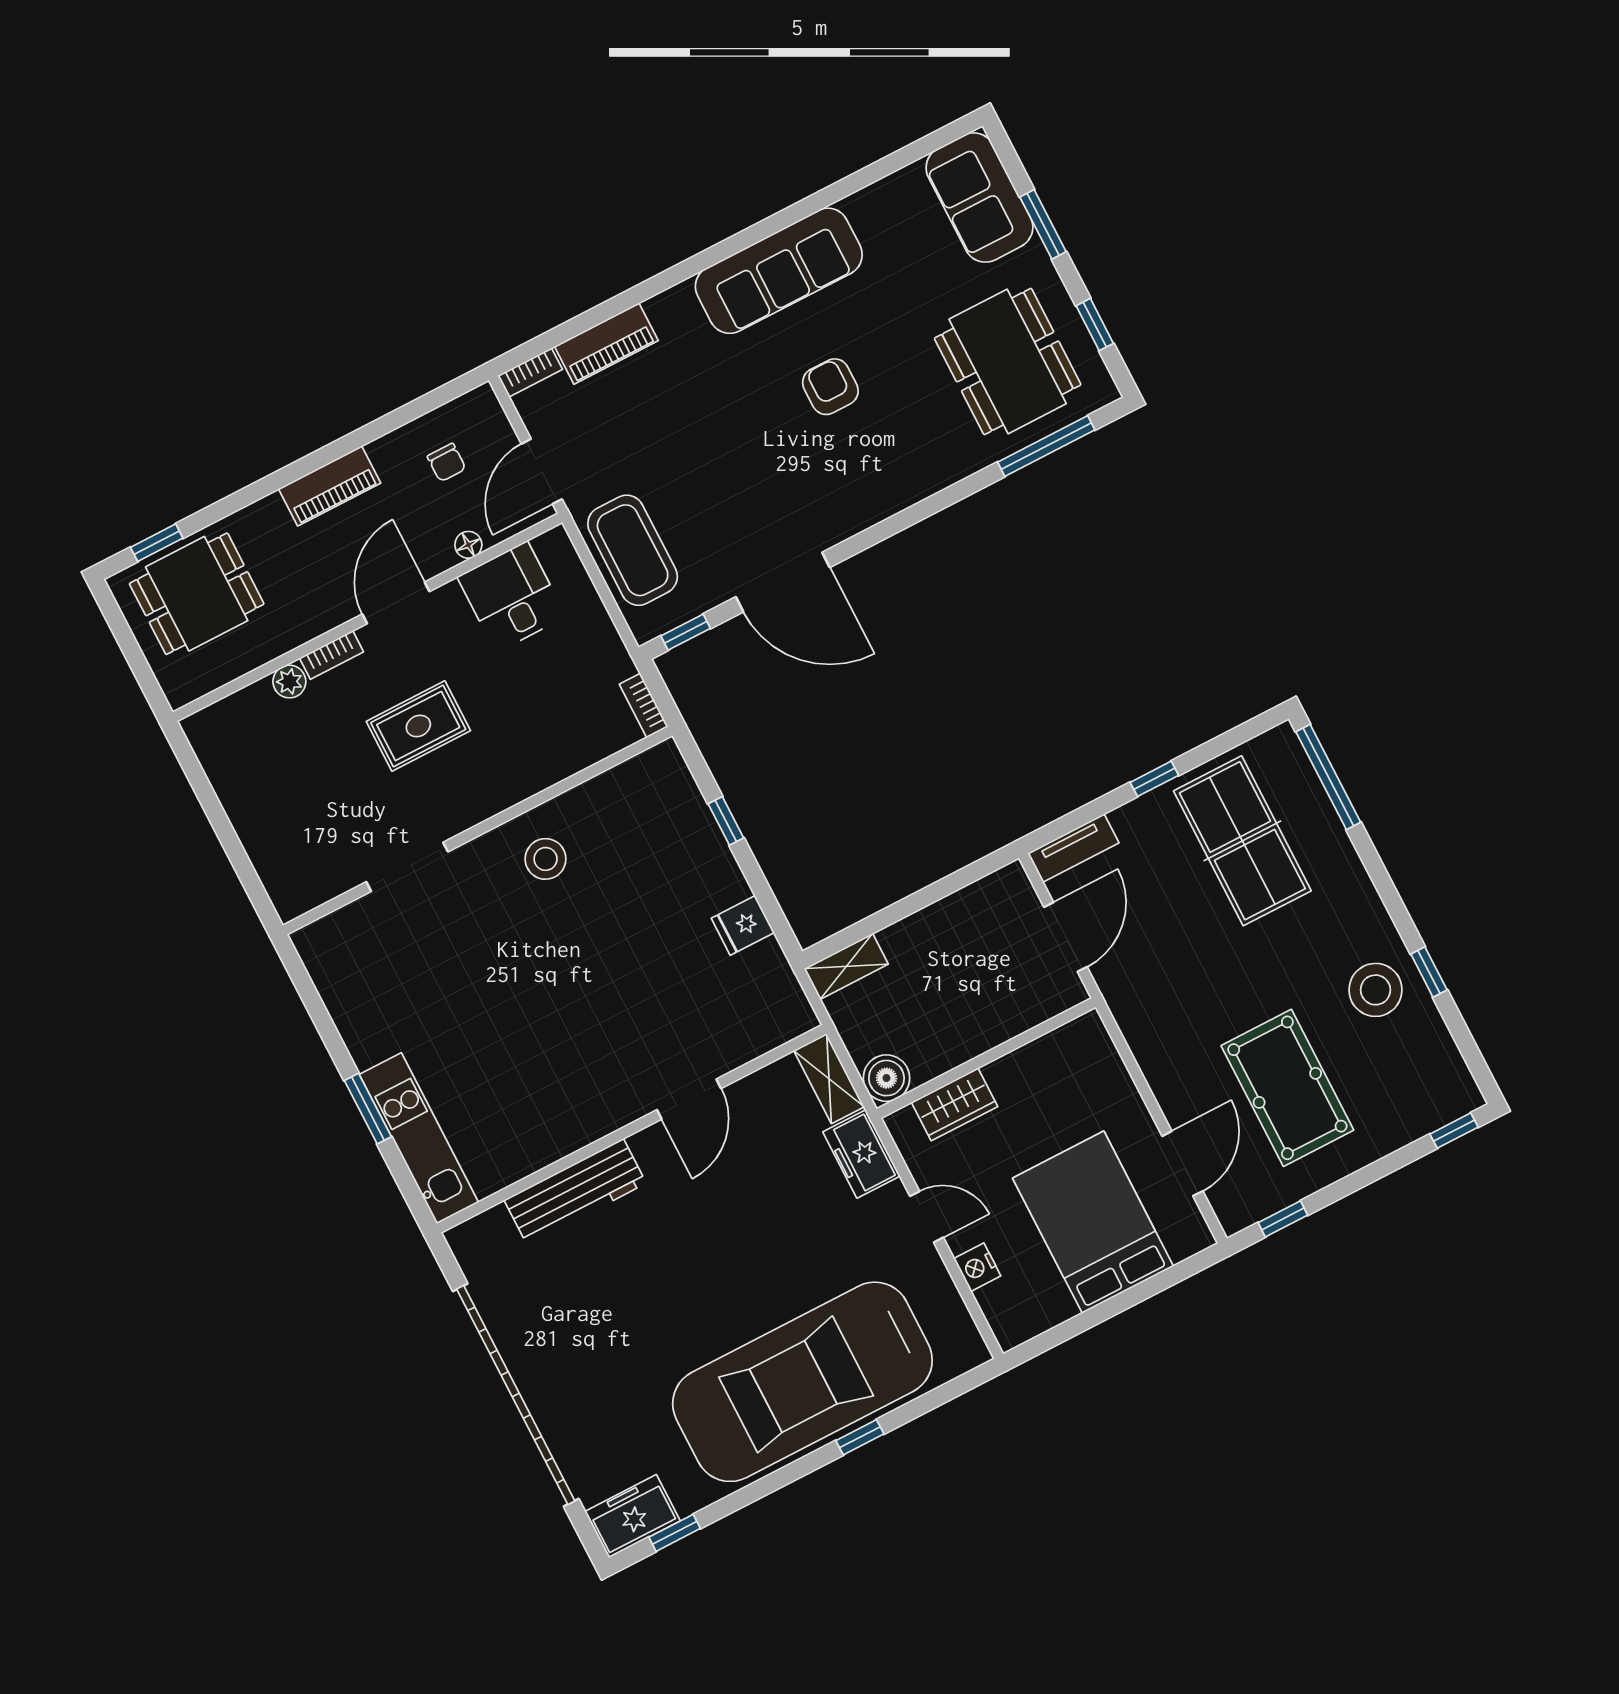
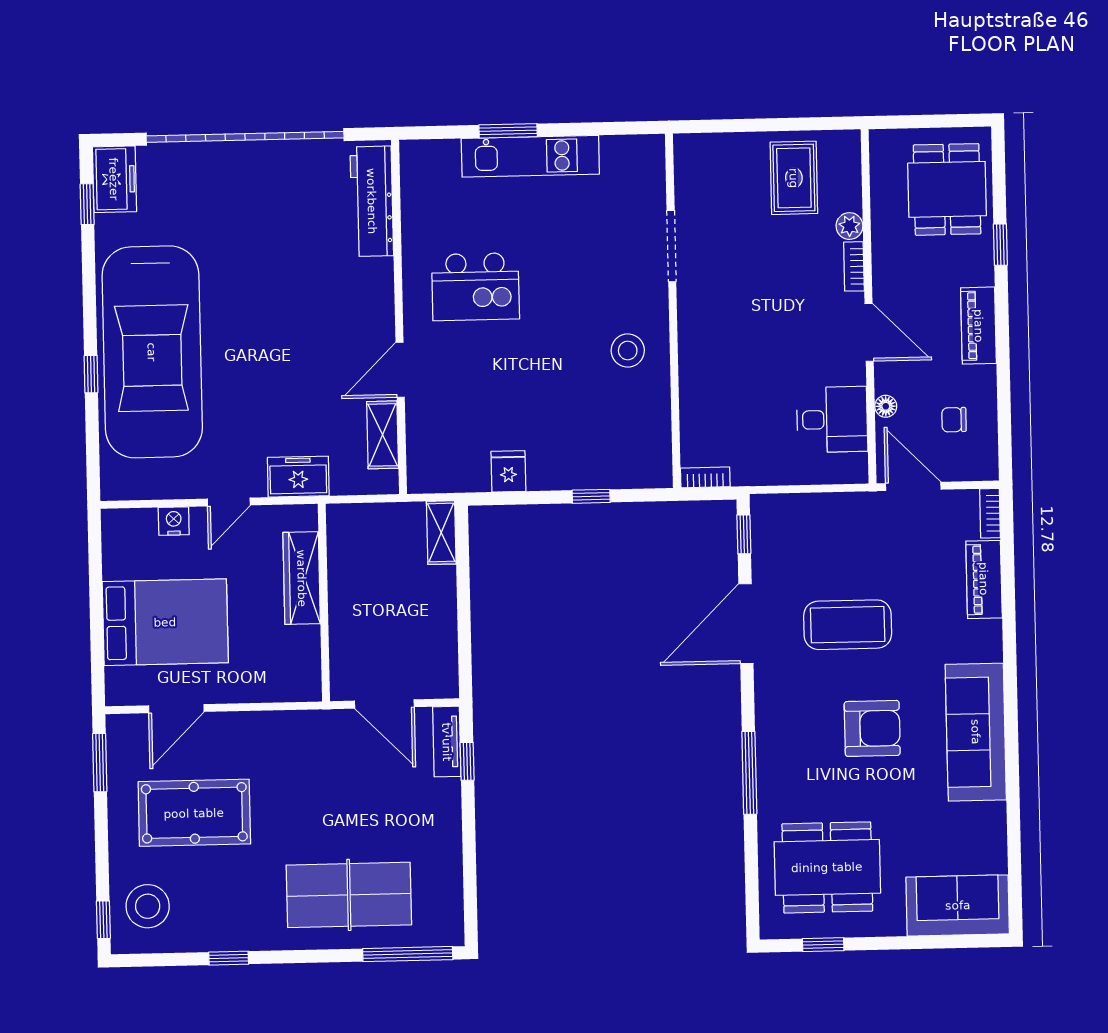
window: (1043, 224) -> (915, 942), removed
armchair: (830, 387) -> (872, 728), width x1.38, depth x1.38
window: (1046, 446) -> (749, 773), moved
window: (157, 543) -> (1000, 245), moved
coffee table: (633, 550) -> (848, 625), moved
rug: (418, 726) -> (794, 178), moved
window: (1154, 779) -> (467, 761), moved
table tennis table: (1242, 841) -> (349, 895), moved
stool: (1375, 990) -> (148, 906), moved
kitchen island: (557, 1061) -> (475, 287), added
boiler: (886, 1078) -> (345, 522), removed
shelving: (829, 1079) -> (383, 435), moved, turned 90
door: (689, 1099) -> (400, 370), hinge flipped
wardrobe: (955, 1104) -> (302, 578), width x1.50
kitchen unit: (419, 1138) -> (530, 156), moved
door: (1182, 1164) -> (176, 709), hinge flipped
workbench: (575, 1192) -> (372, 201), moved
window: (1283, 1219) -> (100, 763), width x1.50
car: (802, 1382) -> (152, 352), turned 180

